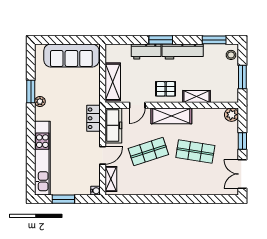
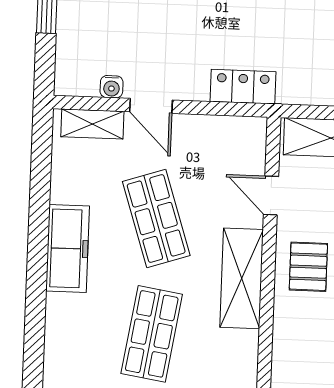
shelving: (197, 96) -> (287, 342), removed
freezer: (113, 125) -> (68, 248), moved, turned -90
water cooler: (95, 191) -> (112, 87), moved

